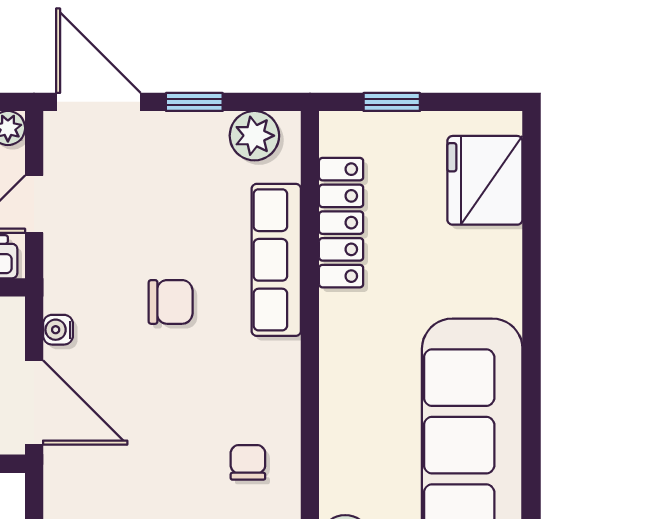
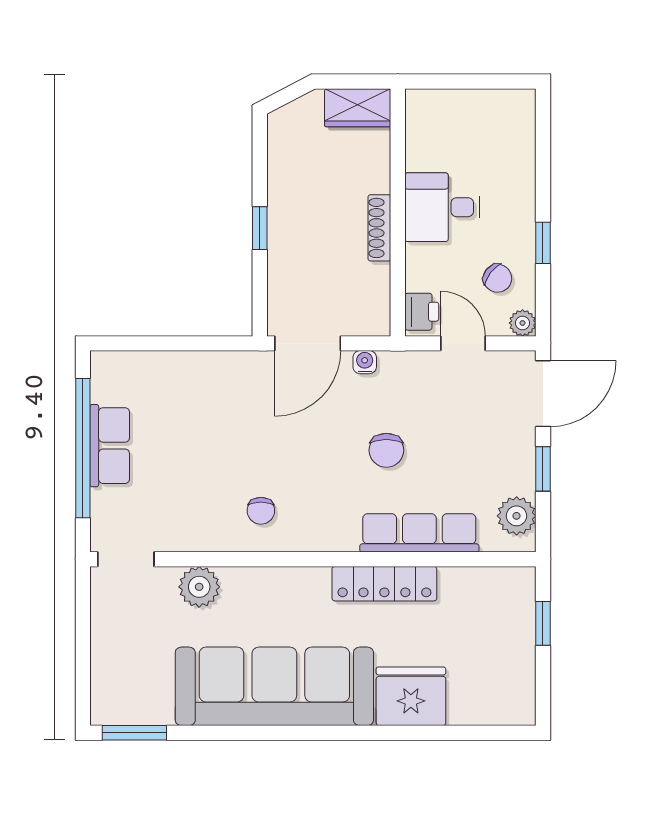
fridge: (485, 180) -> (411, 696), moved
locker: (341, 223) -> (384, 584), moved
chair: (248, 462) -> (261, 511), turned 90

